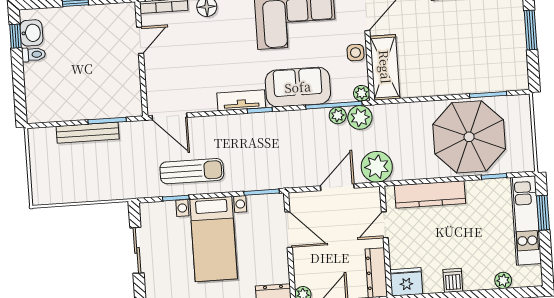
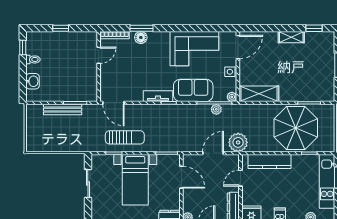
washbasin: (31, 33) -> (33, 81), moved
shelving: (385, 67) -> (259, 94), moved, turned 90
plant: (360, 117) -> (230, 112), removed

